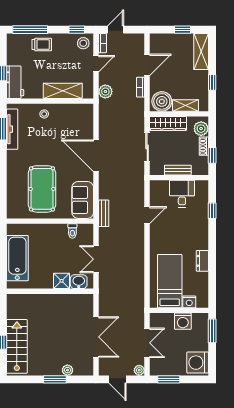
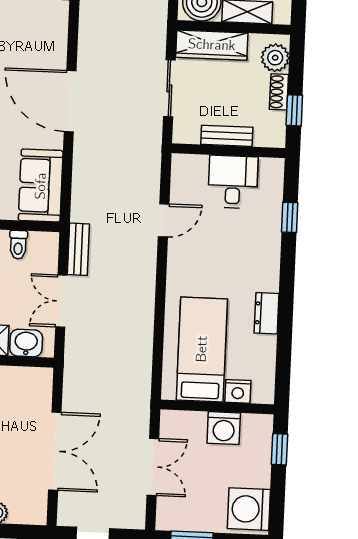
bench: (104, 213) -> (78, 249), moved
window: (212, 331) -> (280, 449), width x0.67
plant: (139, 370) -> (135, 519), removed

